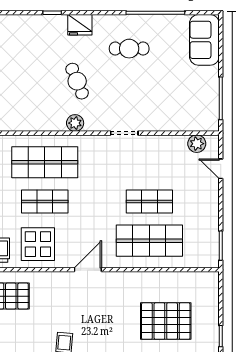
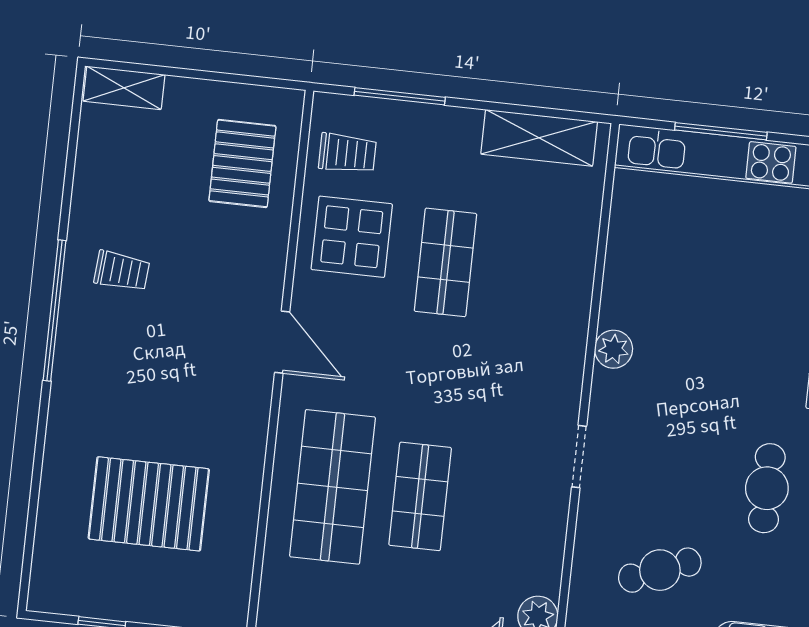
cafe table: (77, 81) -> (660, 570), moved
shop shelf: (45, 162) -> (533, 272), removed
pallet: (166, 321) -> (149, 504), turned 90

